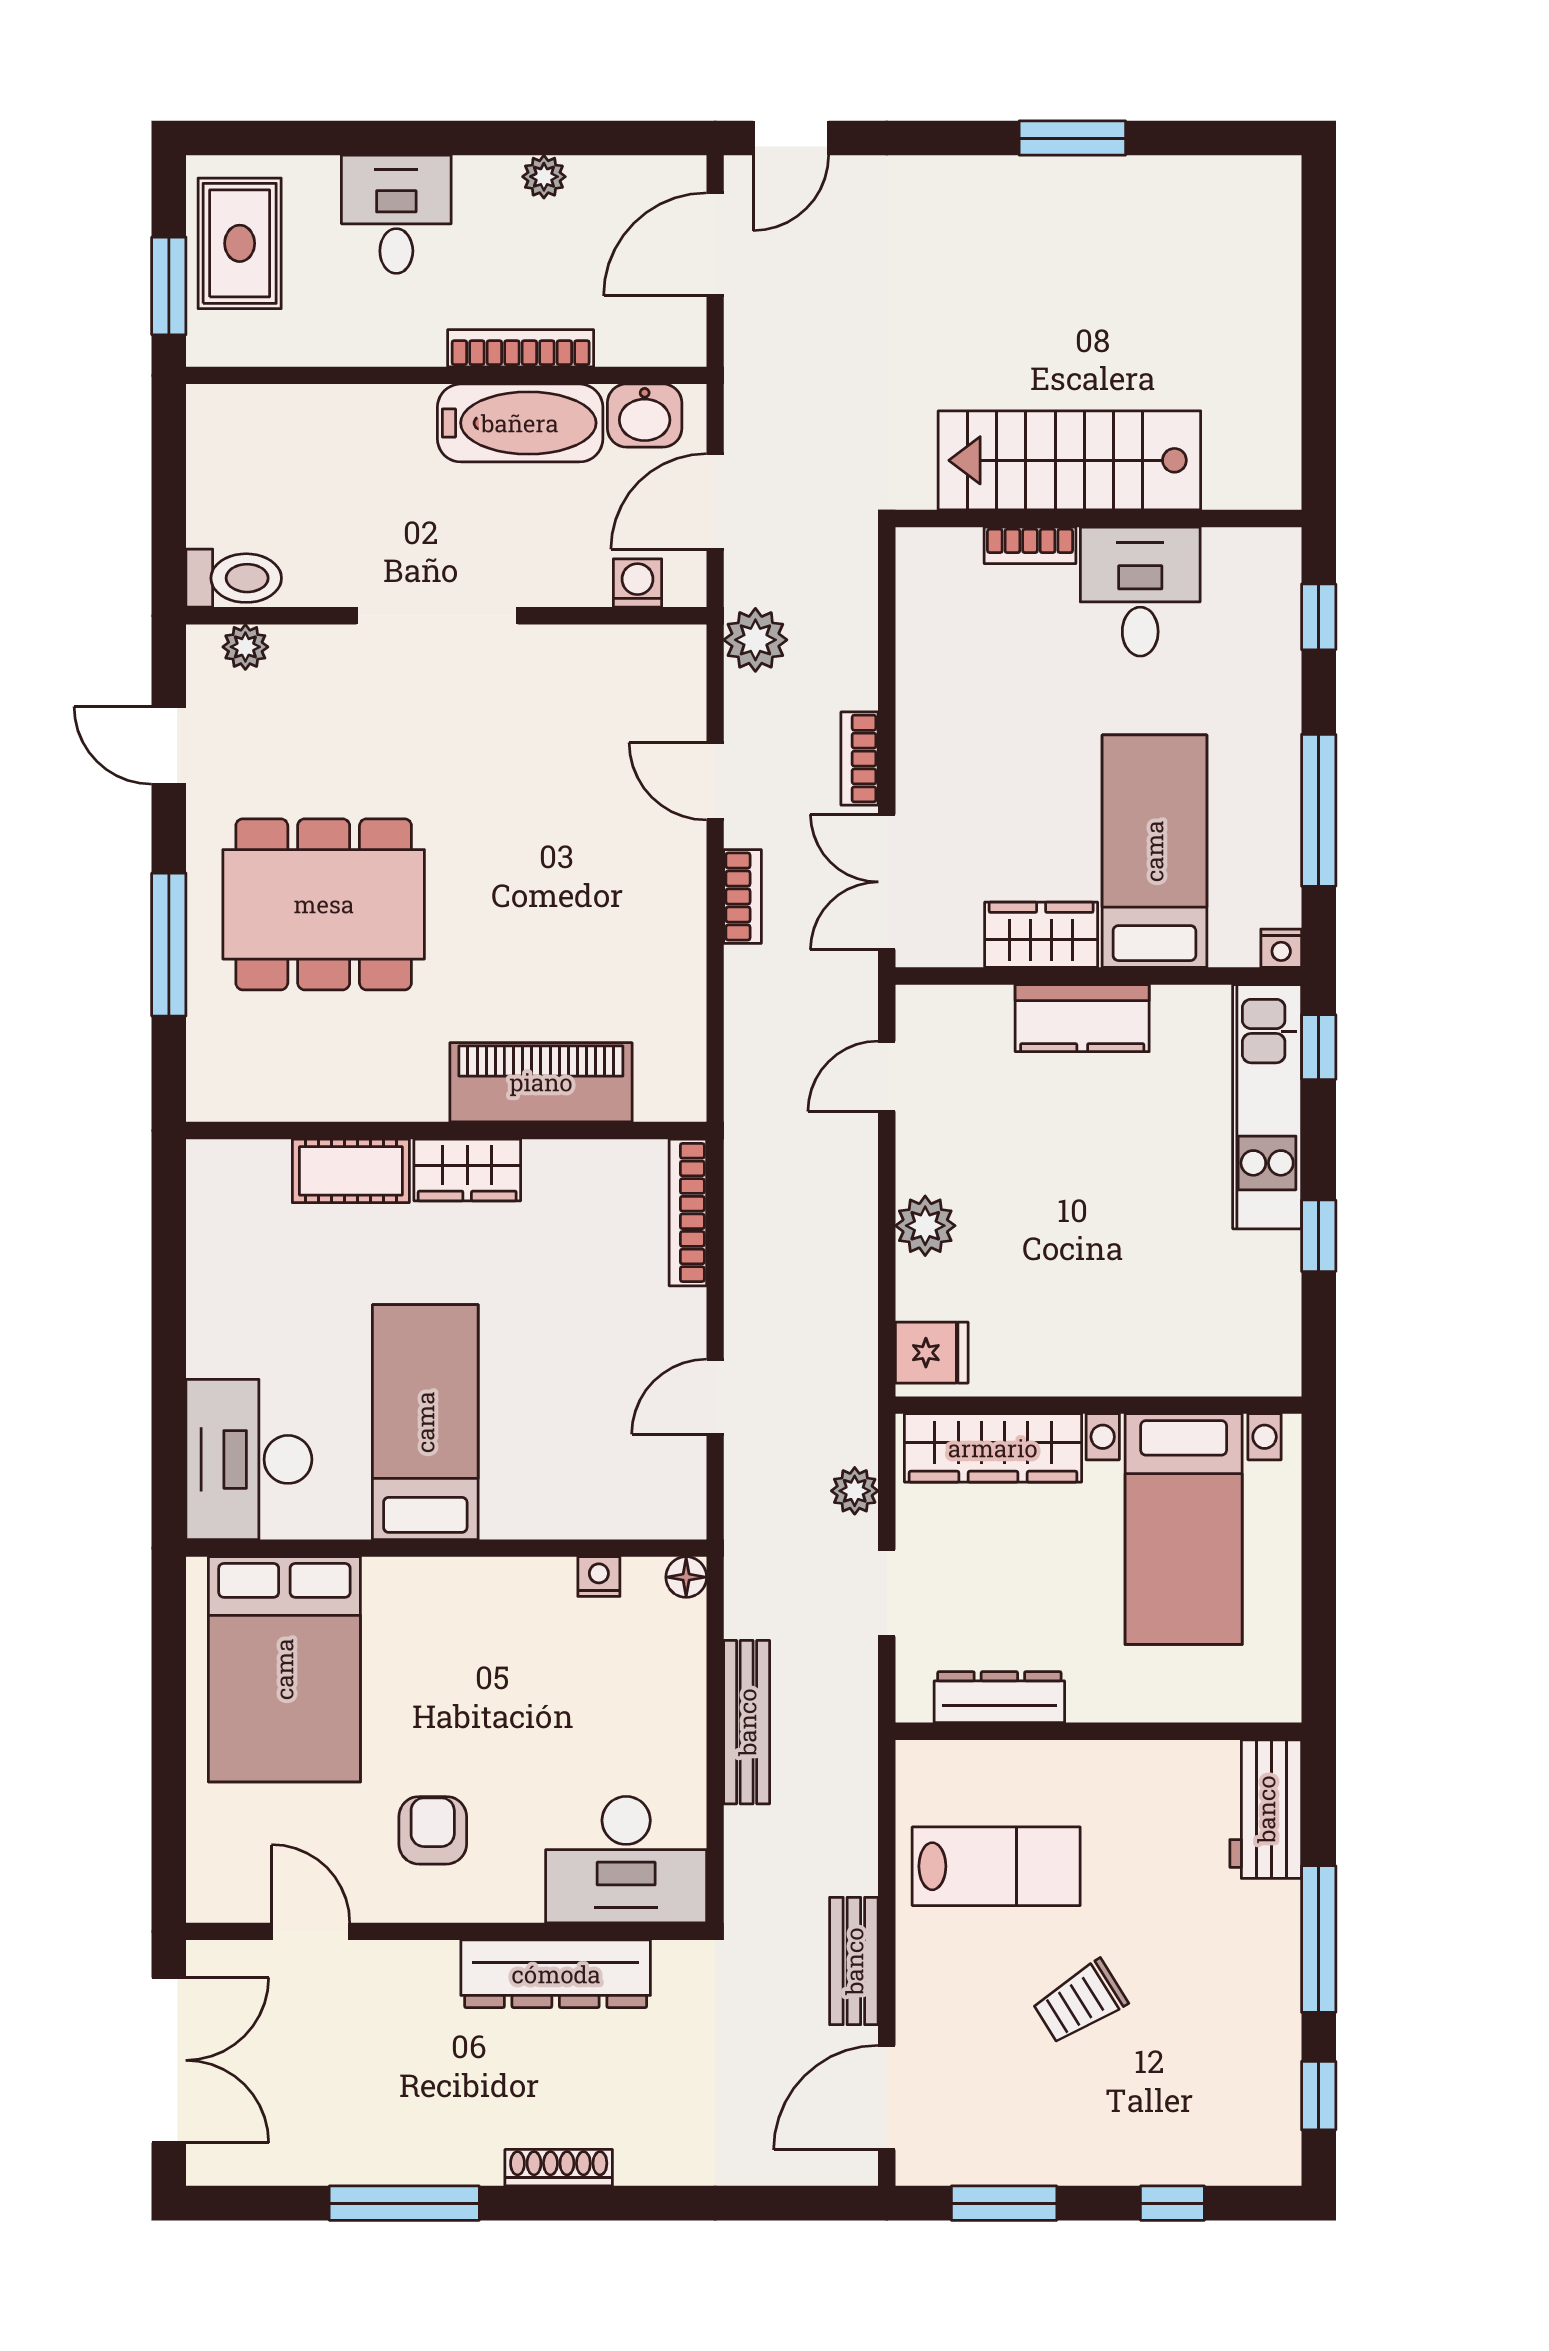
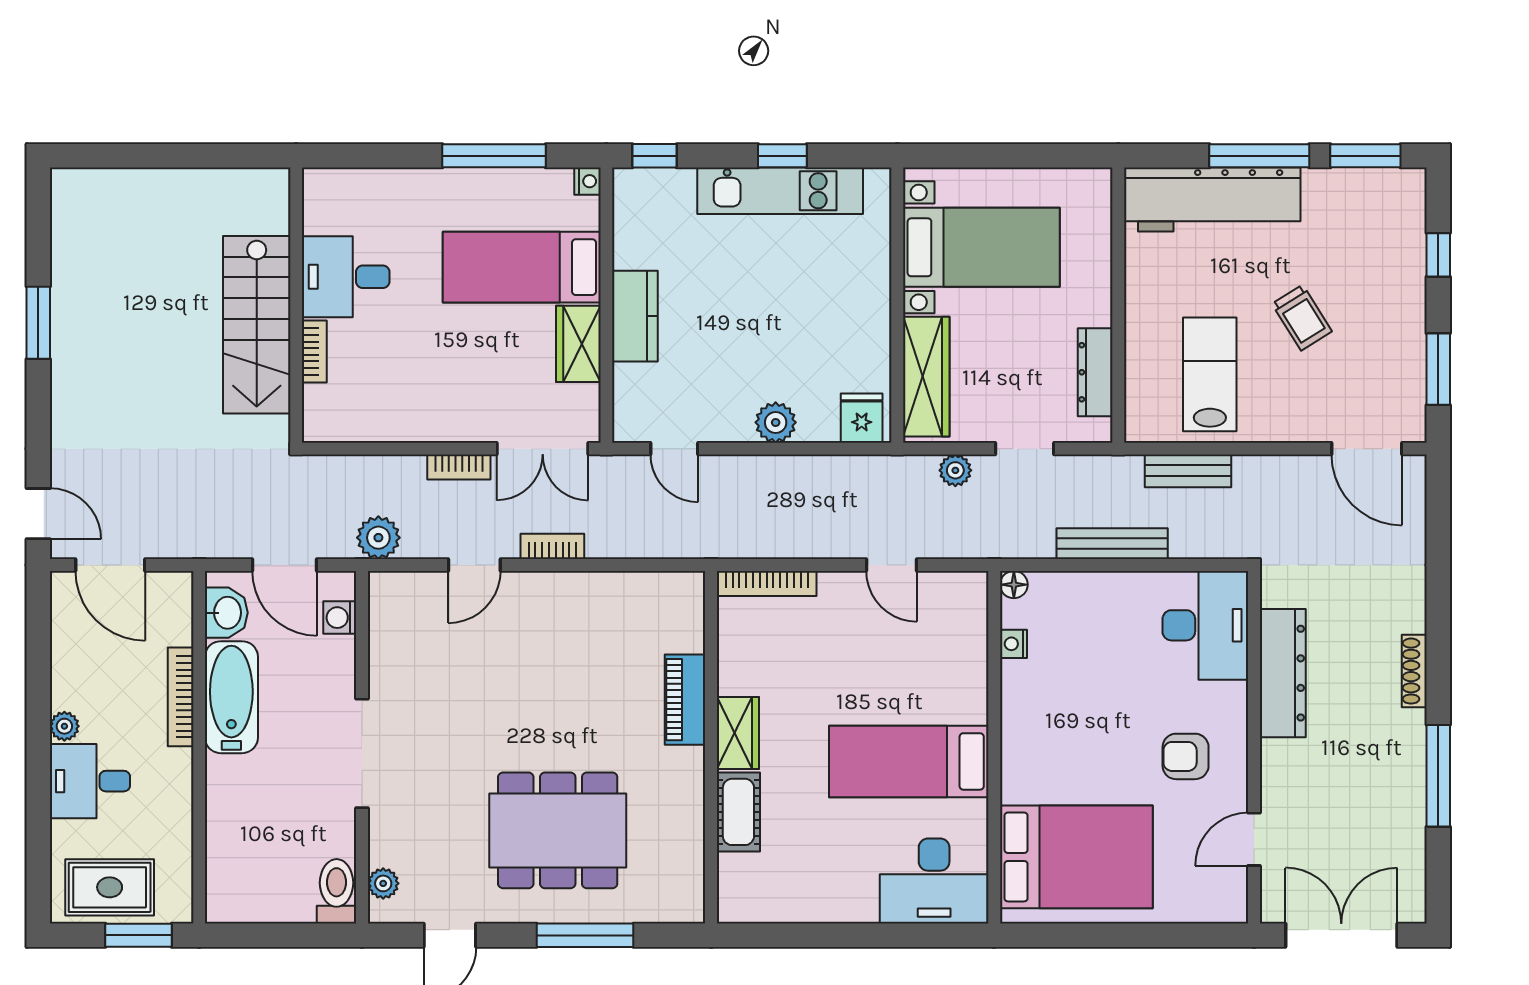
plant: (544, 177) -> (64, 726), moved
window: (1319, 617) -> (363, 156), removed
dining table: (324, 904) -> (558, 830), turned 90
piano: (541, 1082) -> (685, 700), width x0.73, depth x0.75
kitchen unit: (1267, 1107) -> (780, 191), moved
workbench: (1266, 1809) -> (1212, 200), width x1.88, depth x1.32
bench: (854, 1961) -> (1188, 471), moved
window: (1319, 2096) -> (1365, 156), width x1.50

